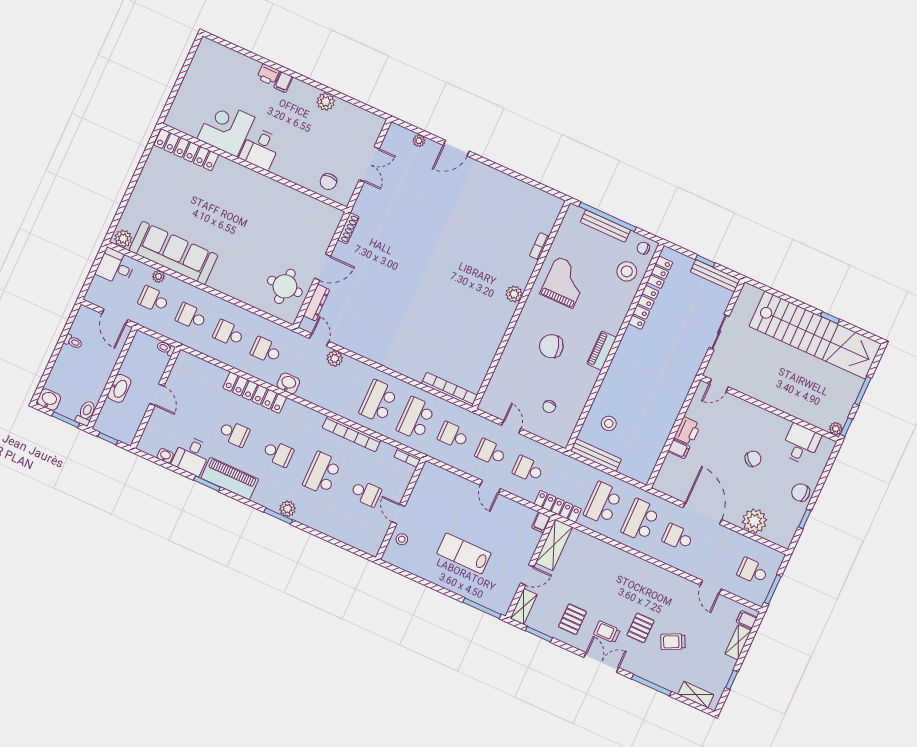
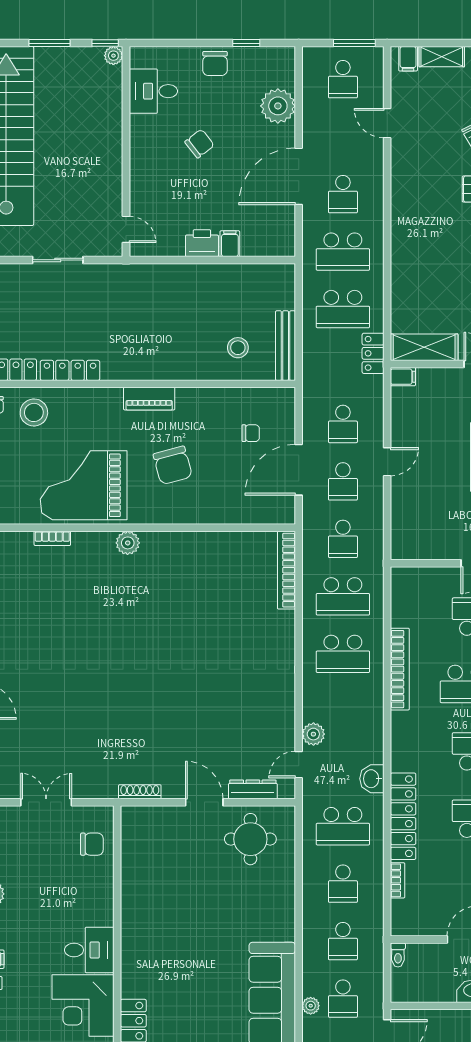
grand piano: (565, 282) -> (84, 485), width x1.37, depth x1.48
school desk: (266, 350) -> (343, 826), width x1.85
door: (511, 427) -> (299, 470), width x1.87
bookcase: (407, 458) -> (398, 880), moved
chair: (753, 459) -> (199, 144), turned 98
locker: (558, 506) -> (373, 353), width x0.66
door: (711, 587) -> (387, 123), swing flipped

